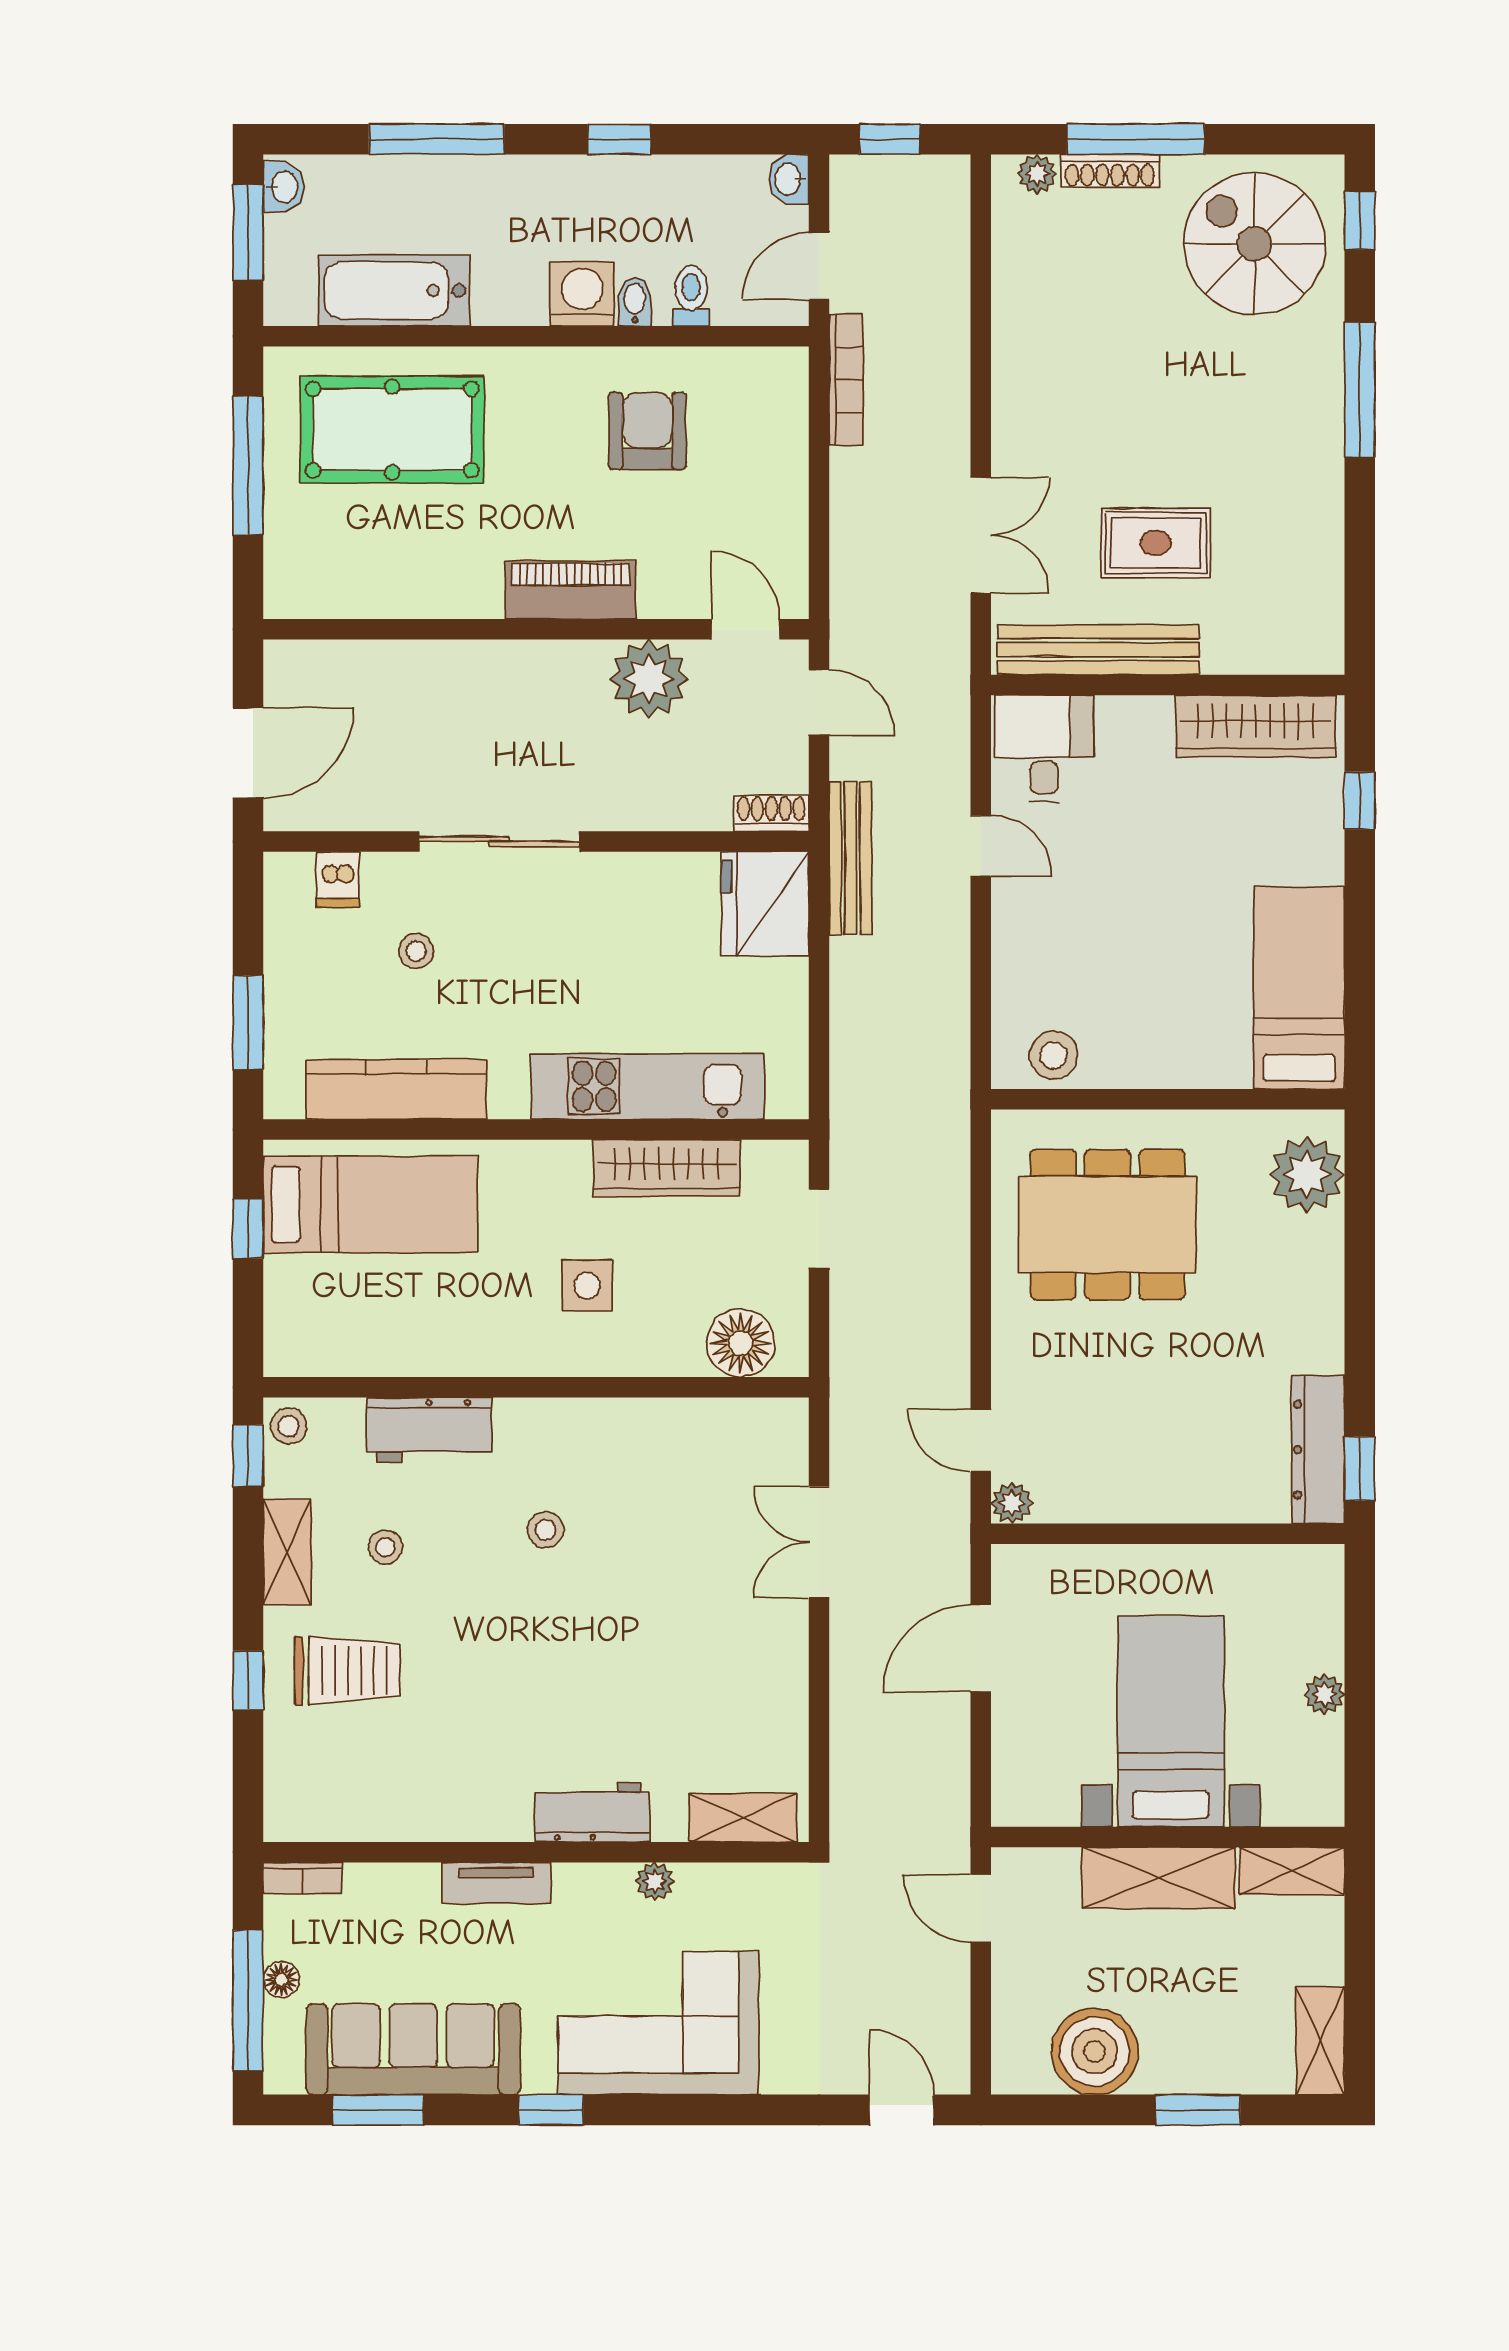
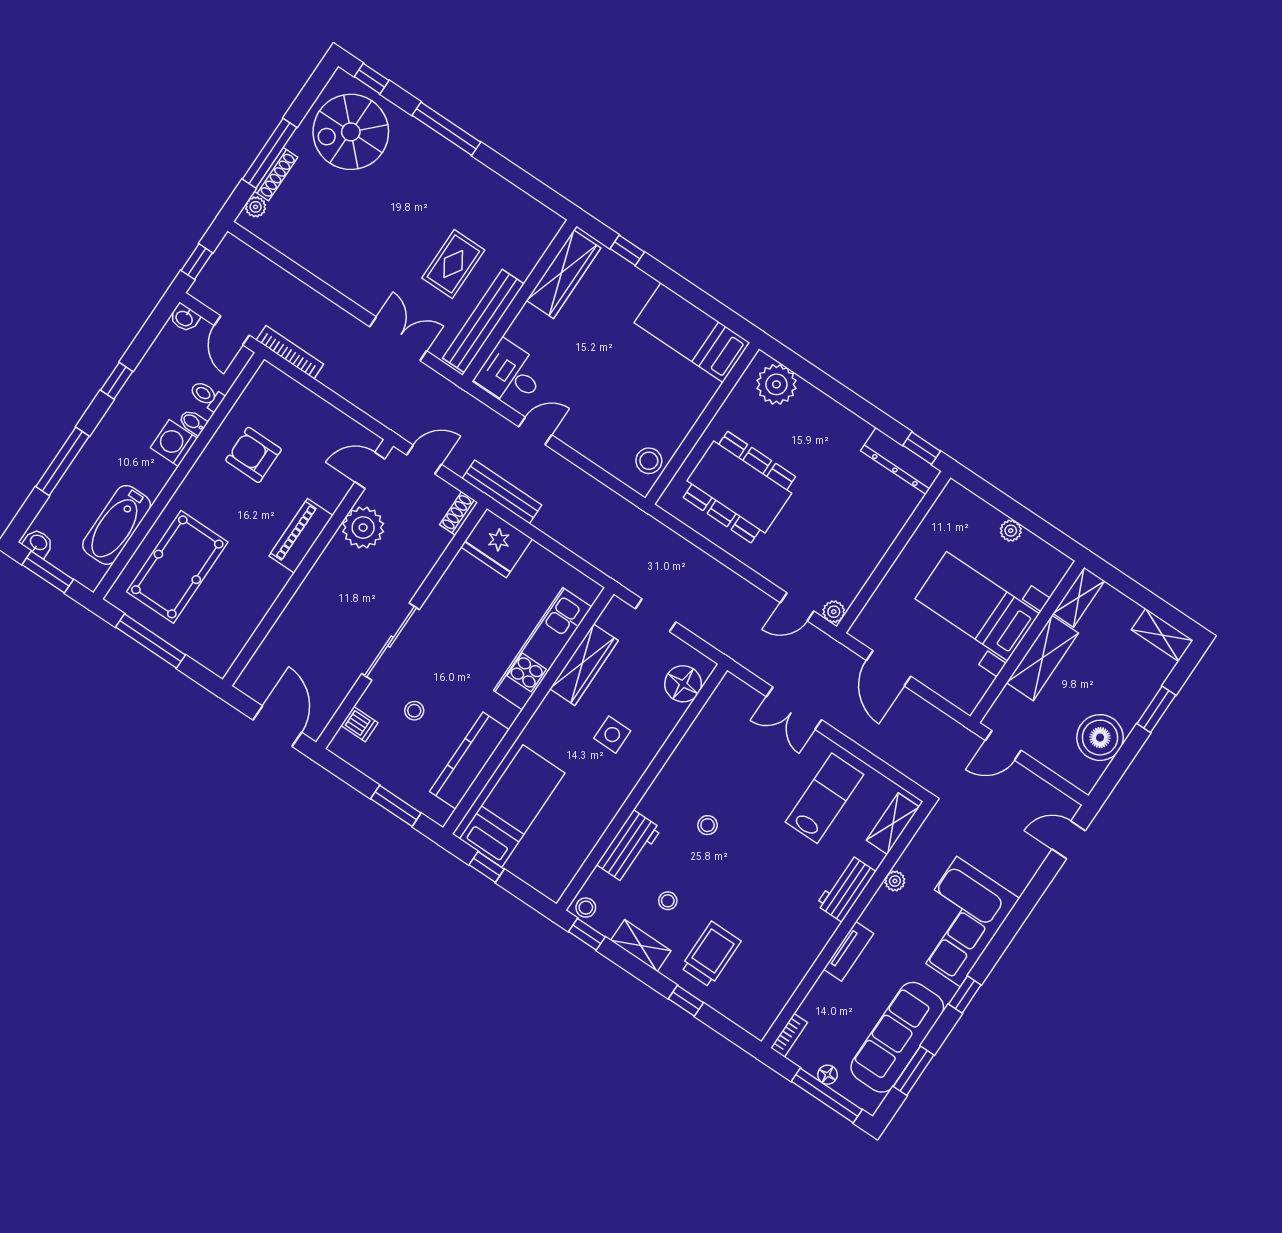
dining table: (1107, 1224) -> (739, 487), turned 90
lab bench: (710, 1685) -> (825, 798), added

